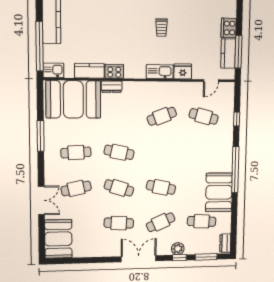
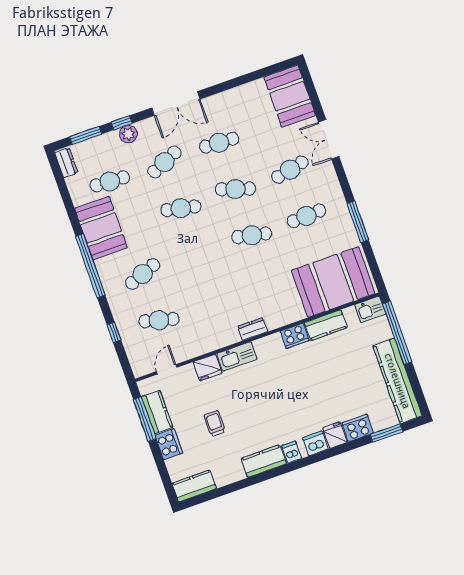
trolley: (162, 27) -> (215, 424), moved
dresser: (112, 87) -> (253, 329), moved
cafe table: (162, 116) -> (143, 274), moved

